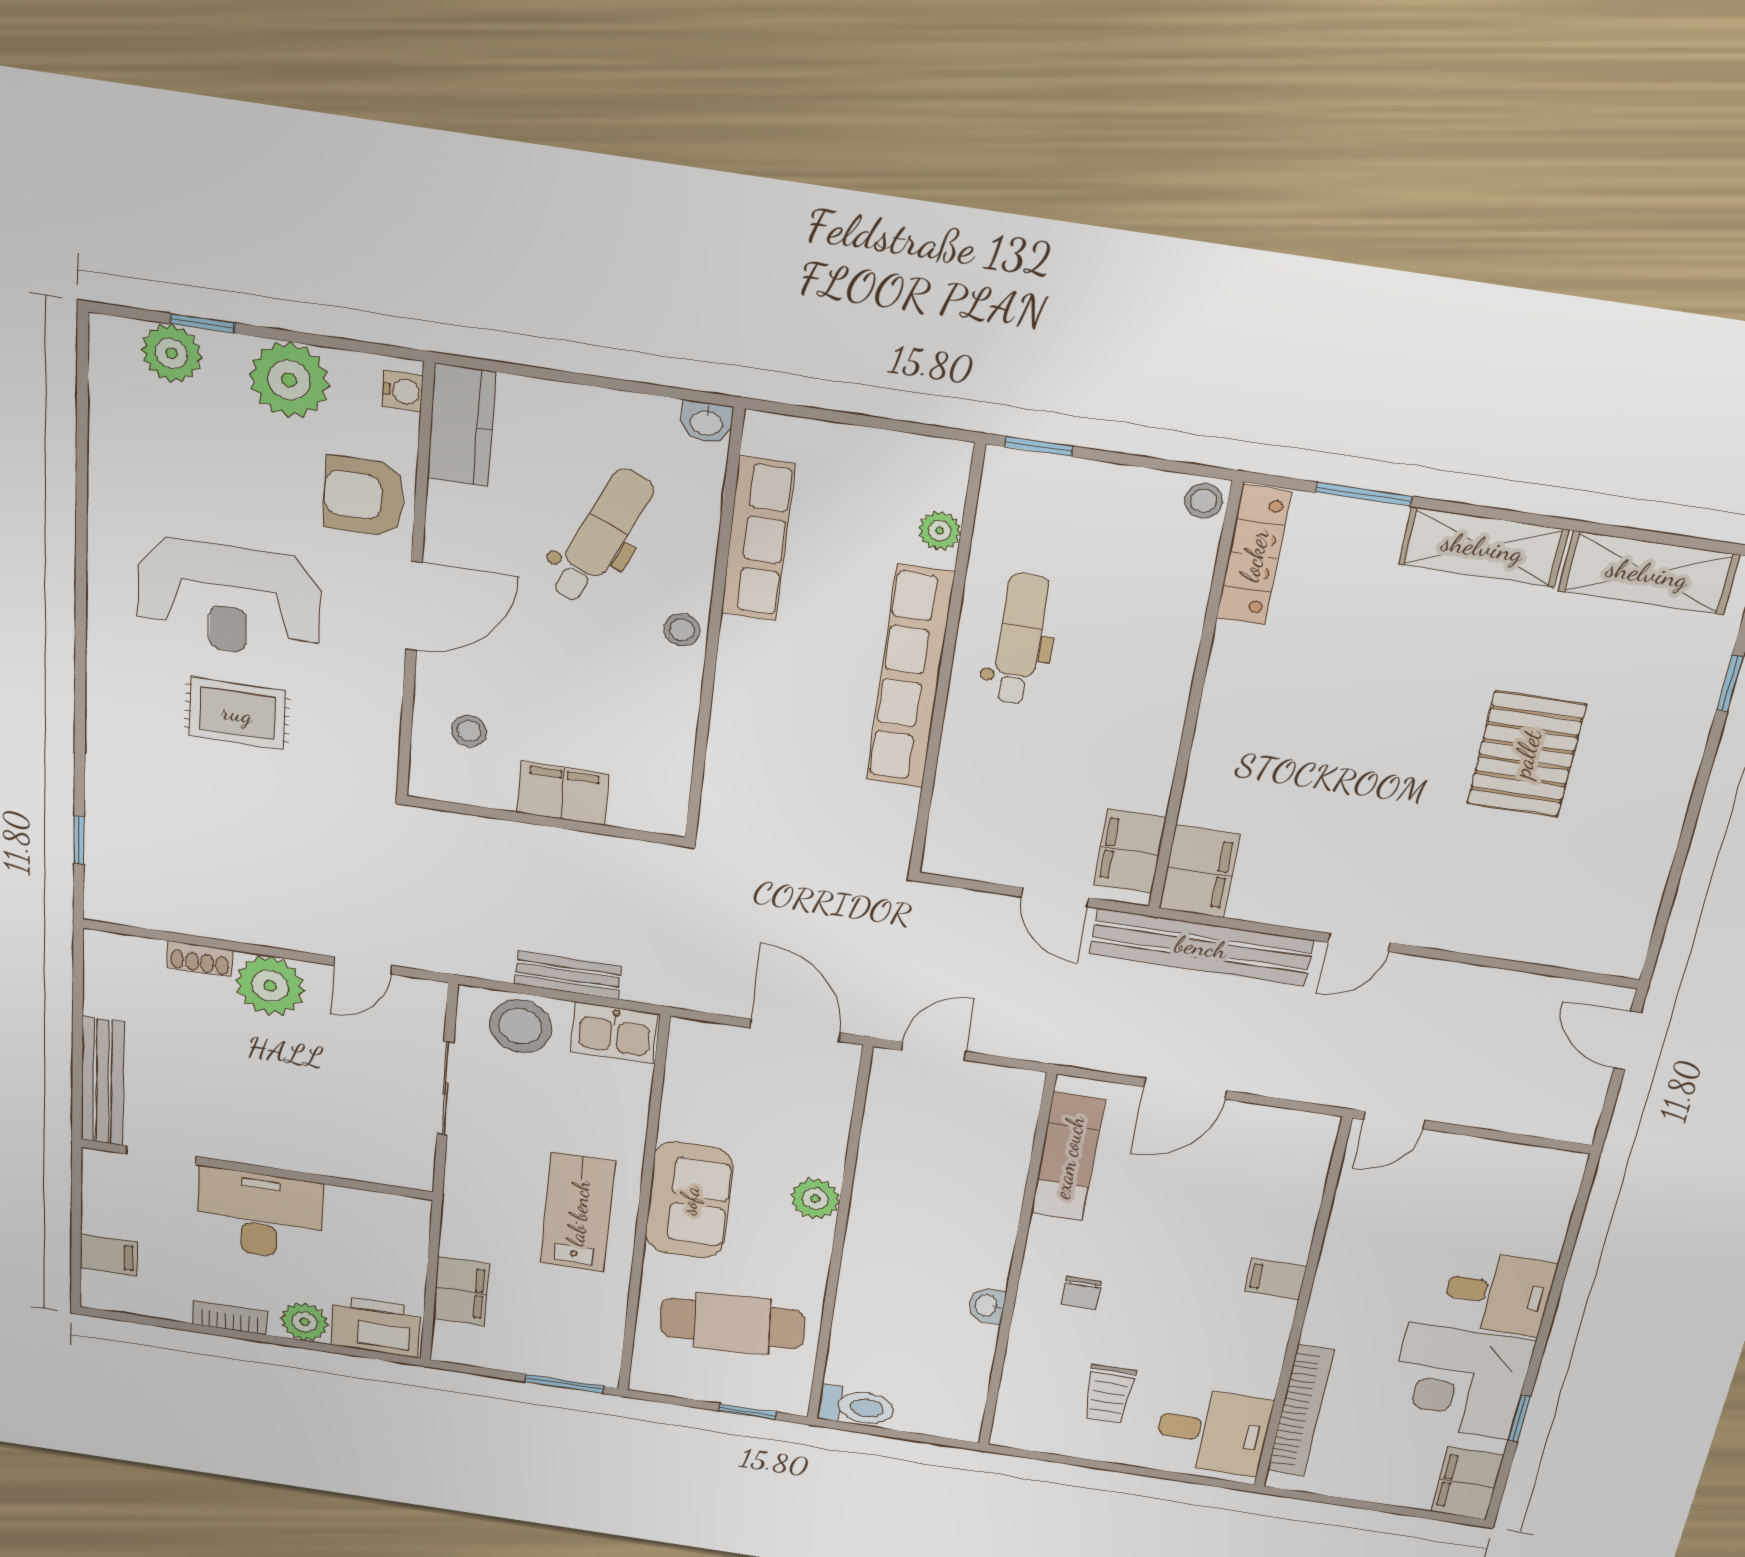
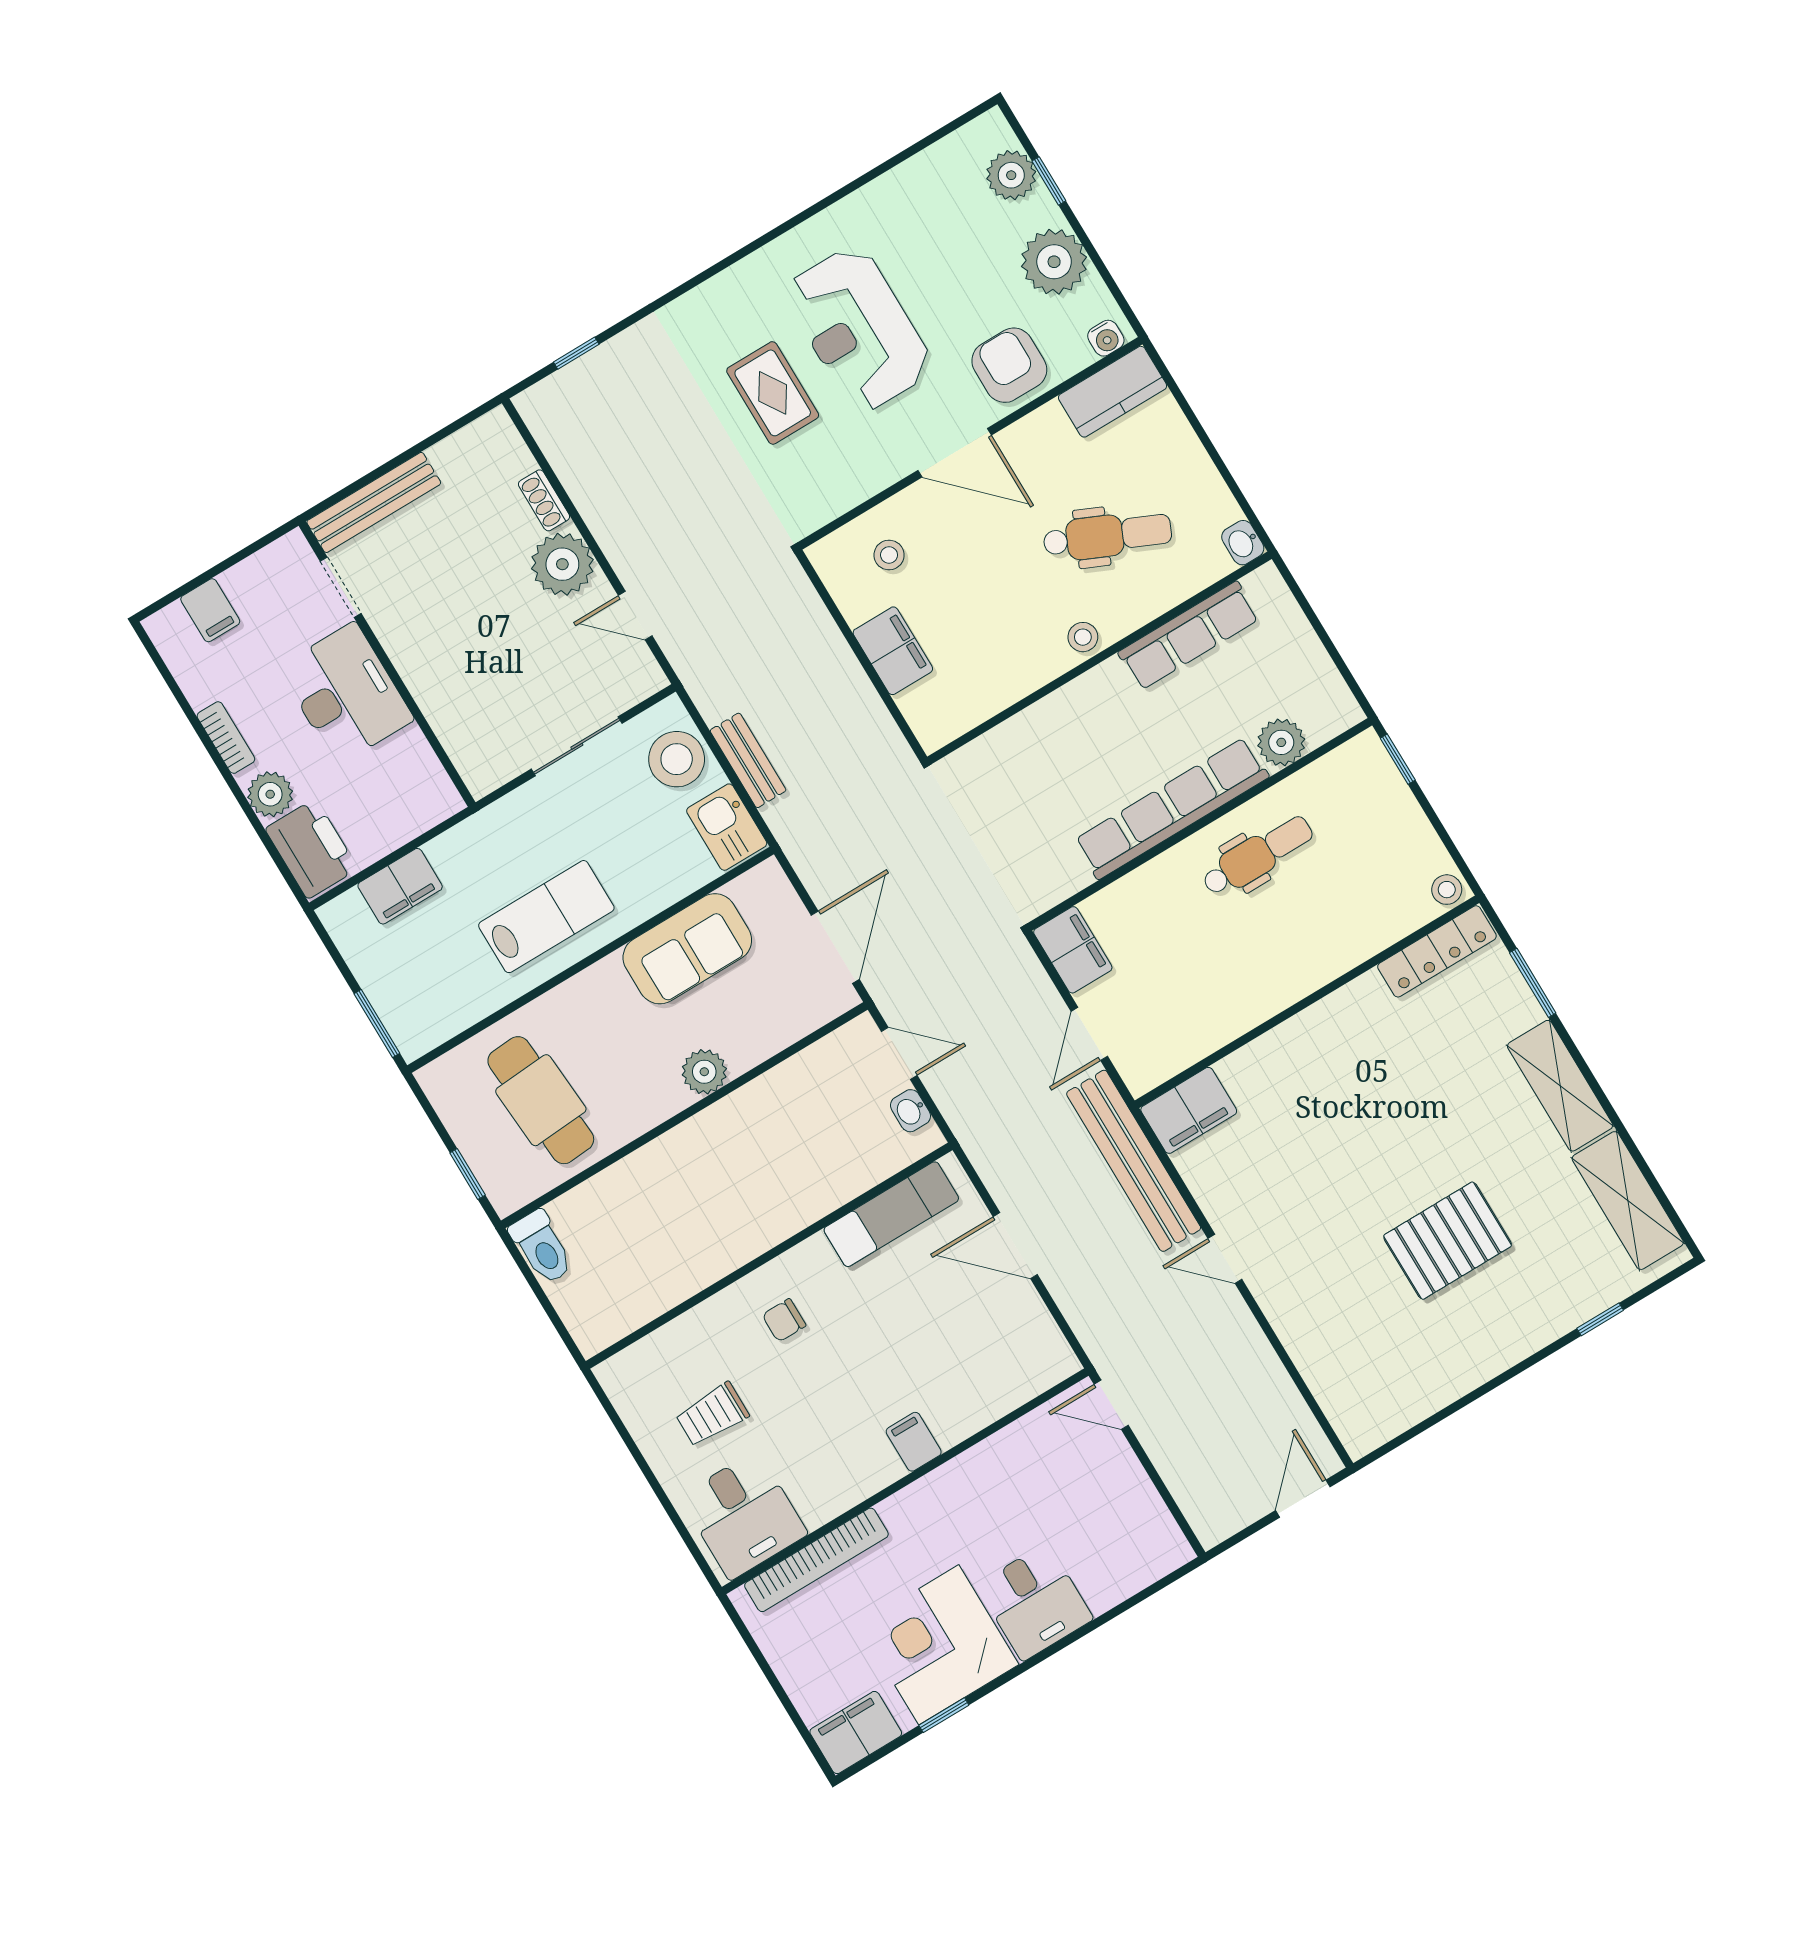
plant: (940, 531) -> (1281, 742), width x1.38, depth x1.38
filing cabinet: (1130, 851) -> (1073, 950), moved, turned 90
sofa: (689, 1200) -> (687, 949), moved
washbasin: (987, 1305) -> (910, 1111), moved, turned -90

